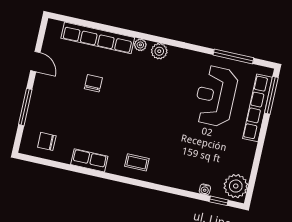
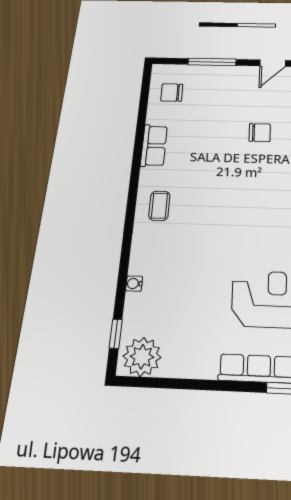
chair: (47, 141) -> (172, 93), turned -90
water cooler: (205, 189) -> (134, 284), moved

